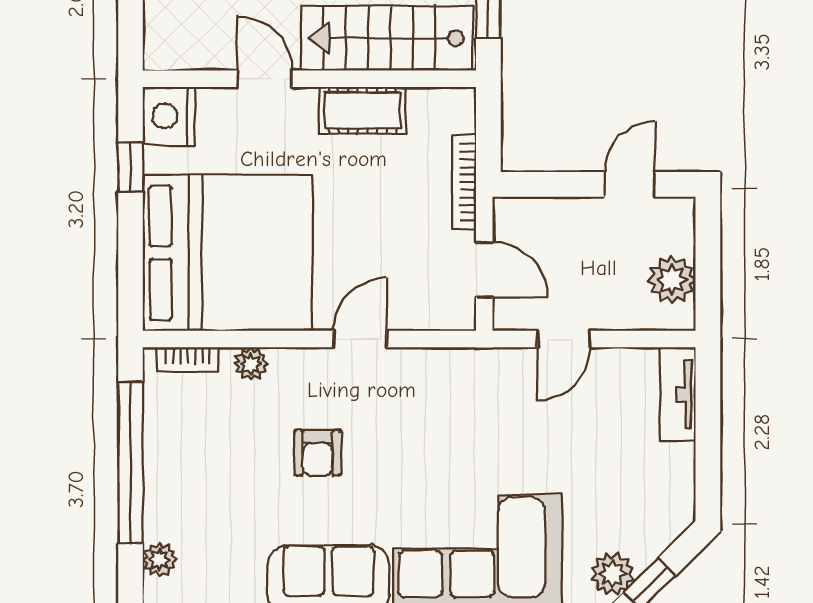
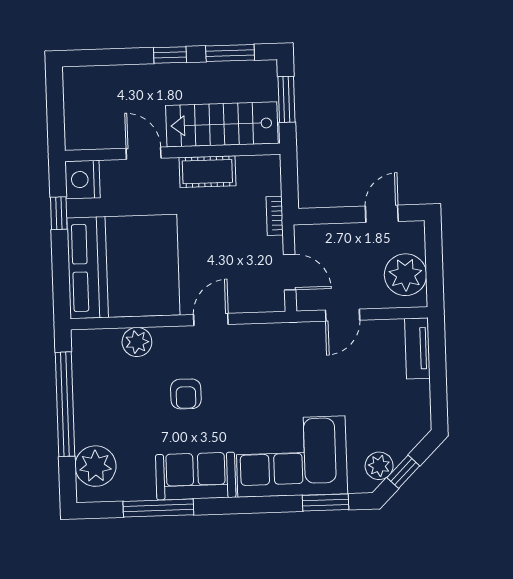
bookcase: (464, 182) -> (275, 216), width x0.64
plant: (672, 280) -> (406, 275), width x1.36, depth x1.36
bookcase: (188, 359) -> (100, 336), removed
plant: (251, 364) -> (137, 342), width x1.38, depth x1.38
plant: (160, 560) -> (95, 466), width x1.88, depth x1.88

